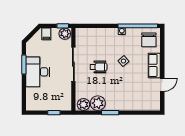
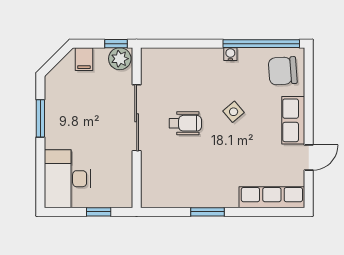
chair: (149, 40) -> (283, 71), turned 86
desk: (38, 72) -> (67, 179), moved
plant: (98, 103) -> (184, 193), removed
plant: (83, 104) -> (156, 196), removed
row of seats: (143, 105) -> (272, 197), added

